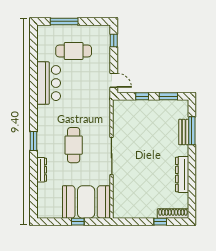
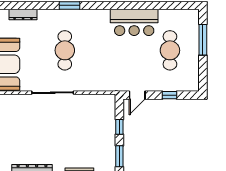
window: (114, 41) -> (169, 95), moved
cafe table: (74, 145) -> (65, 50), turned 90
dresser: (42, 170) -> (23, 15), moved

